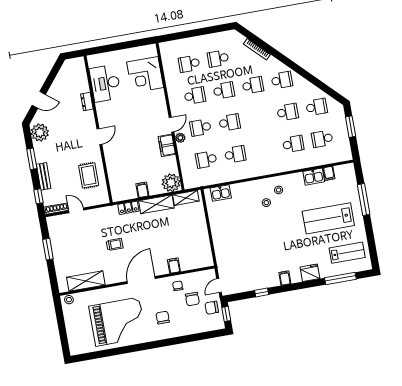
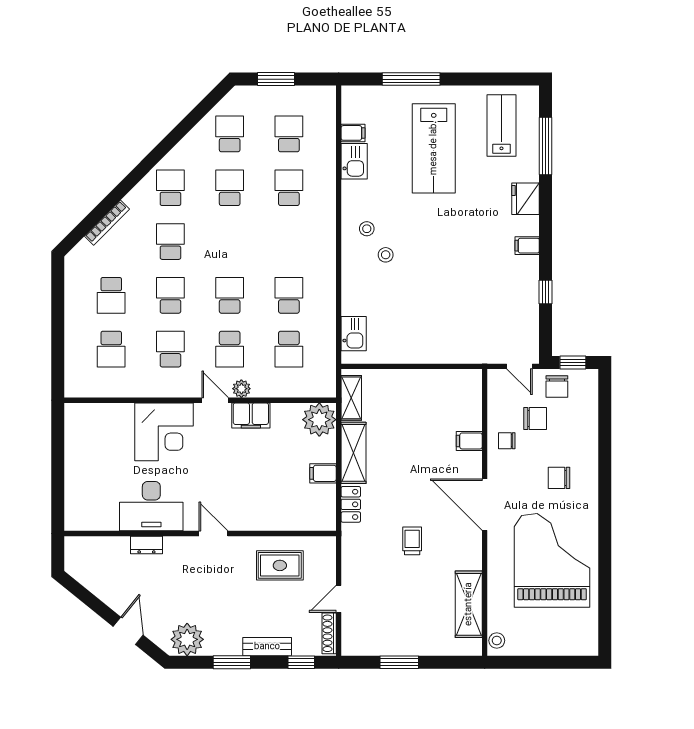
corner desk: (145, 75) -> (164, 432), moved
desk: (105, 83) -> (151, 506), moved
school desk: (322, 139) -> (289, 134), turned 180

